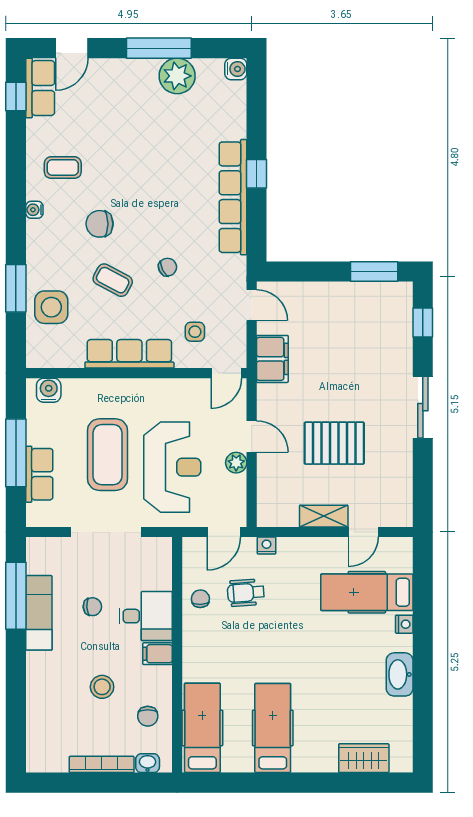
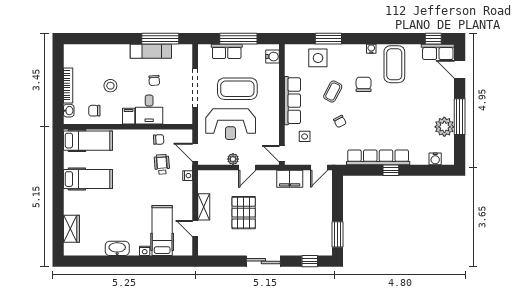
water cooler: (236, 69) -> (435, 159), moved
coffee table: (63, 168) -> (394, 64), width x1.86, depth x1.72

